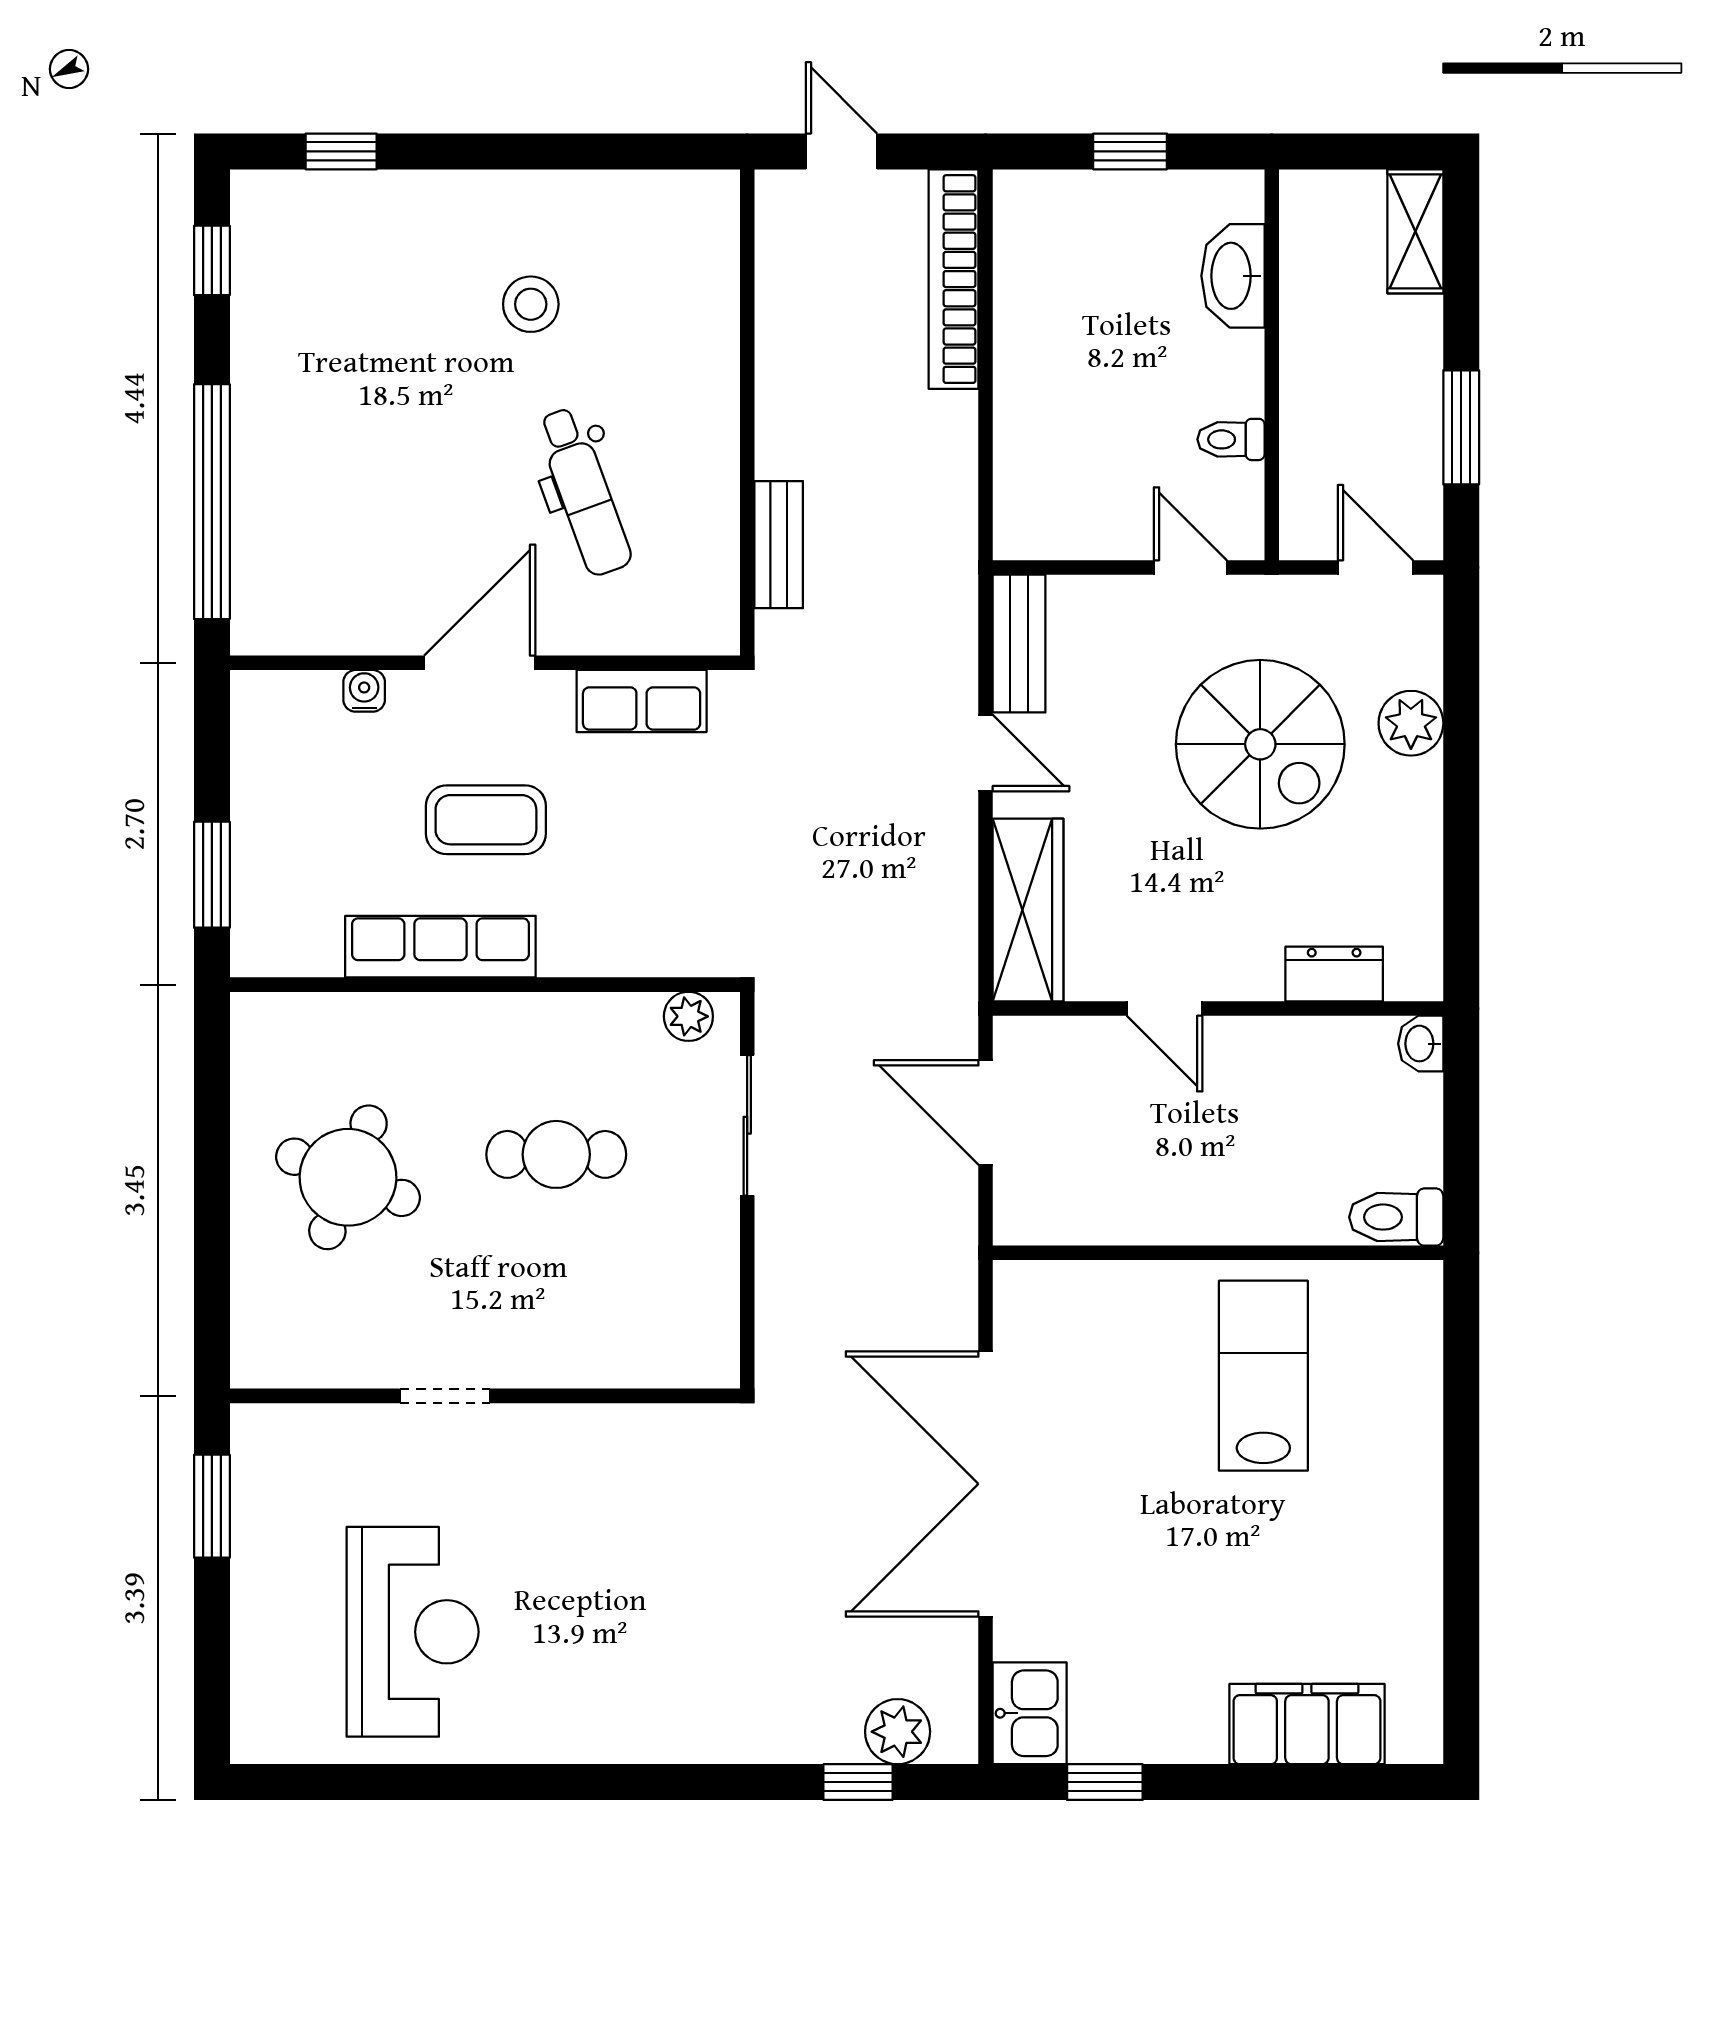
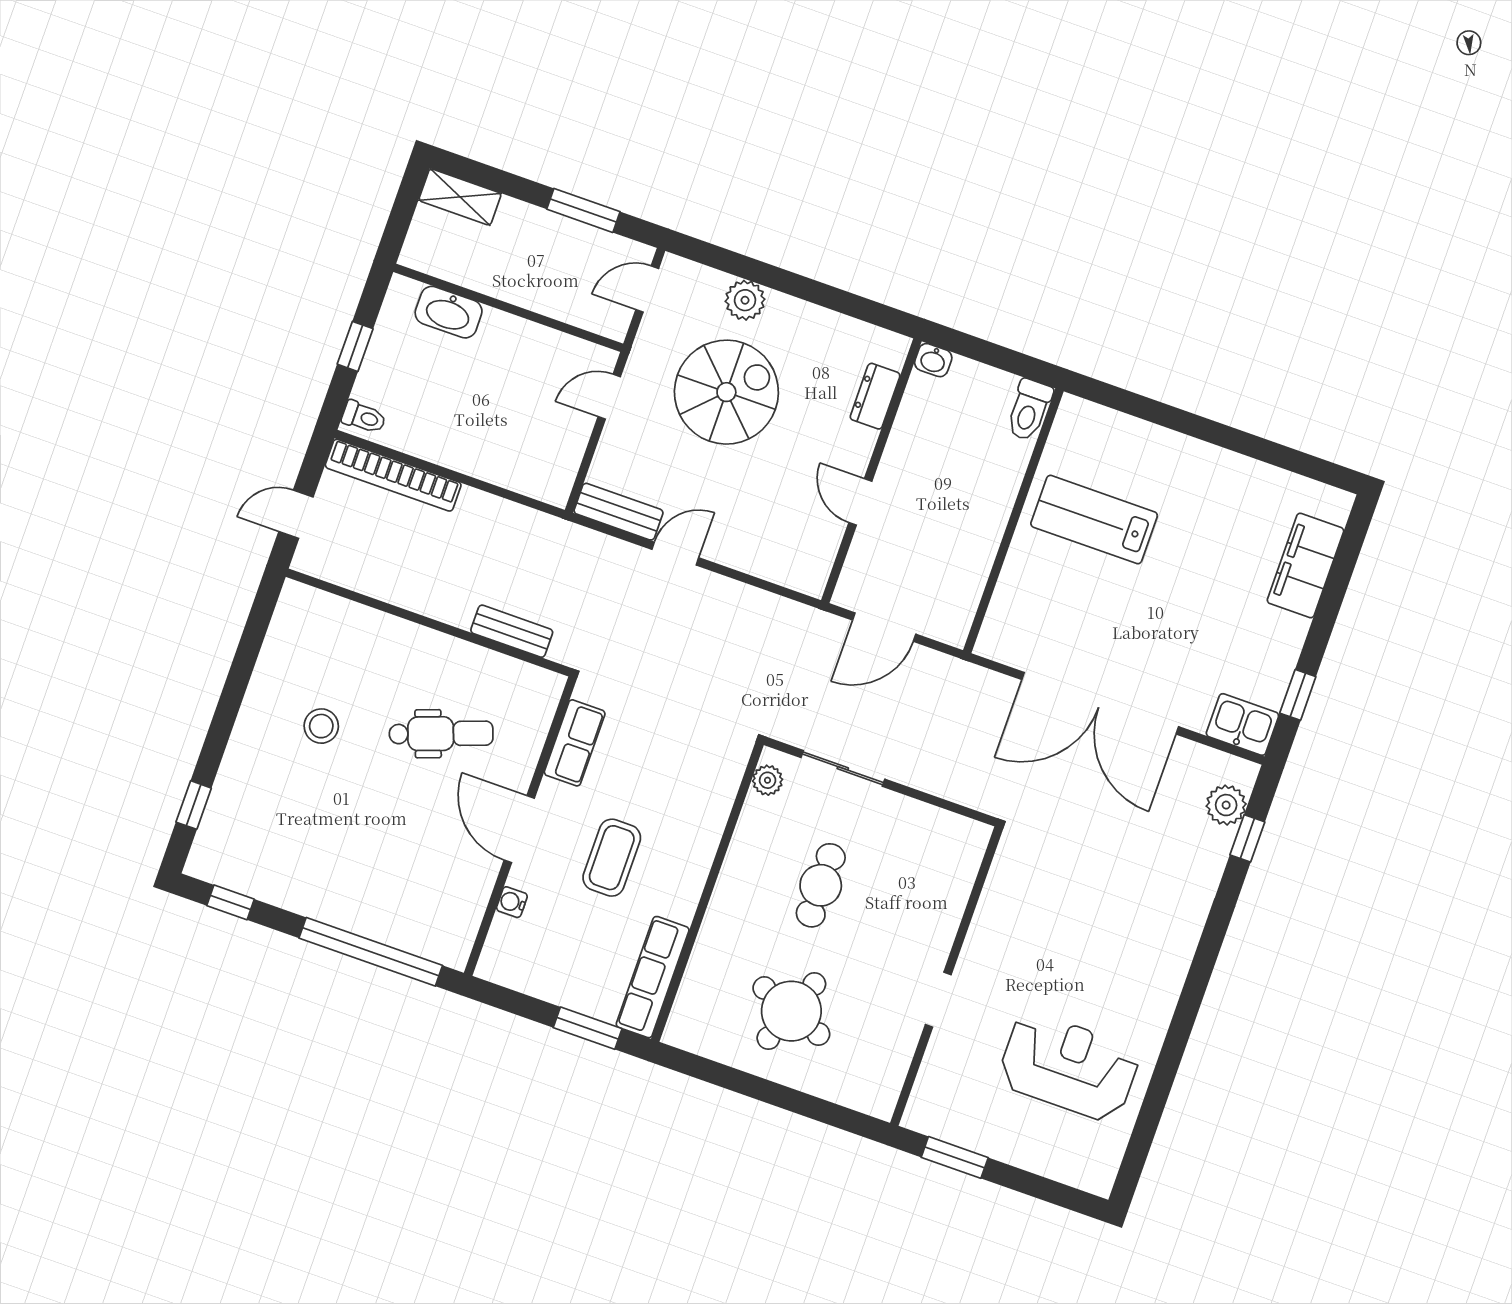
toilet: (1231, 439) -> (364, 417), moved, turned -90
wardrobe: (1028, 910) -> (775, 561), removed
row of seats: (440, 947) -> (653, 977), moved
door: (1164, 1008) -> (860, 502), swing flipped

